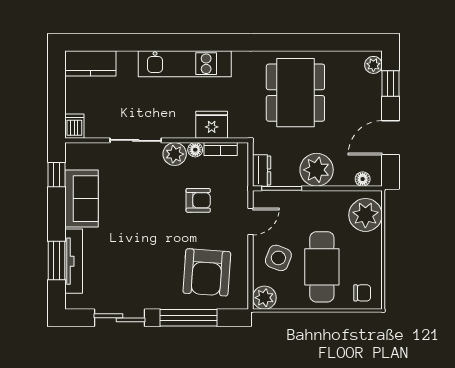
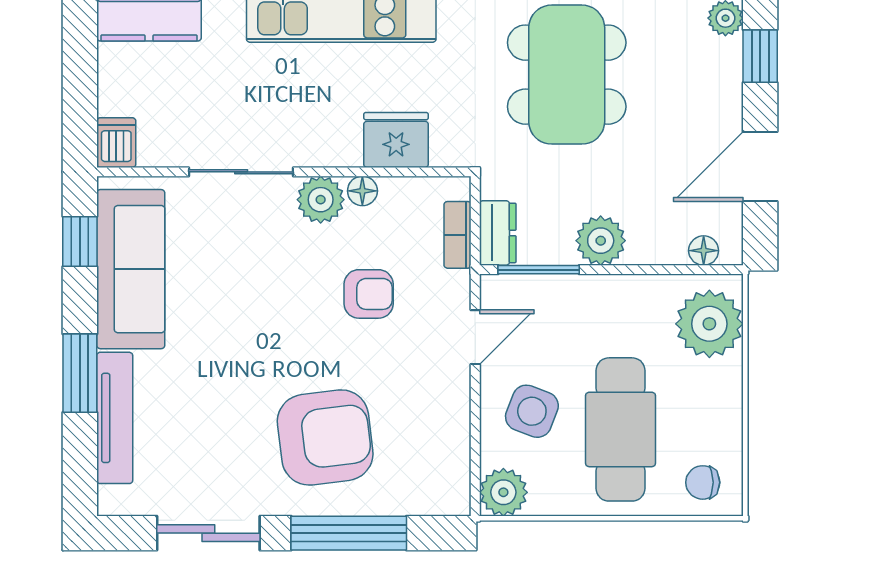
bookcase: (221, 149) -> (458, 235), moved, turned 90
plant: (317, 170) -> (601, 241), width x0.73, depth x0.73
sofa: (81, 199) -> (131, 269), width x1.36
window: (56, 260) -> (80, 373), moved
armchair: (207, 272) -> (325, 437), moved, turned -101
chair: (362, 293) -> (703, 482), turned 180

